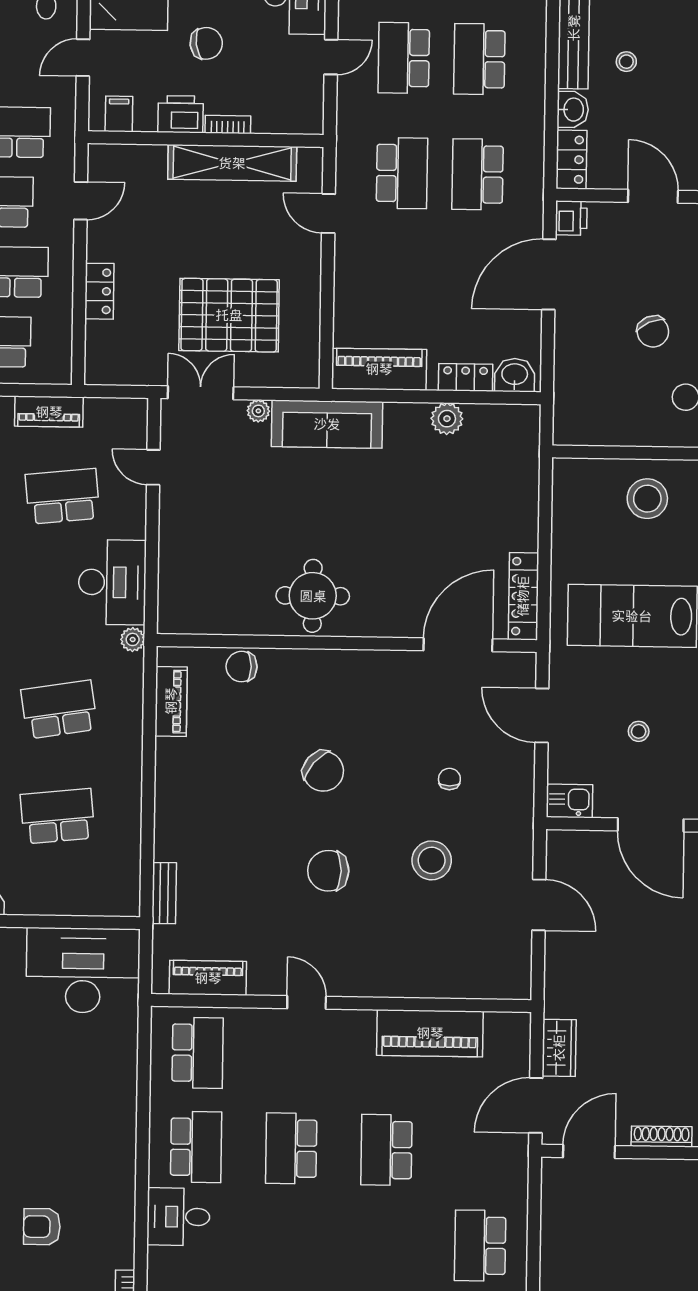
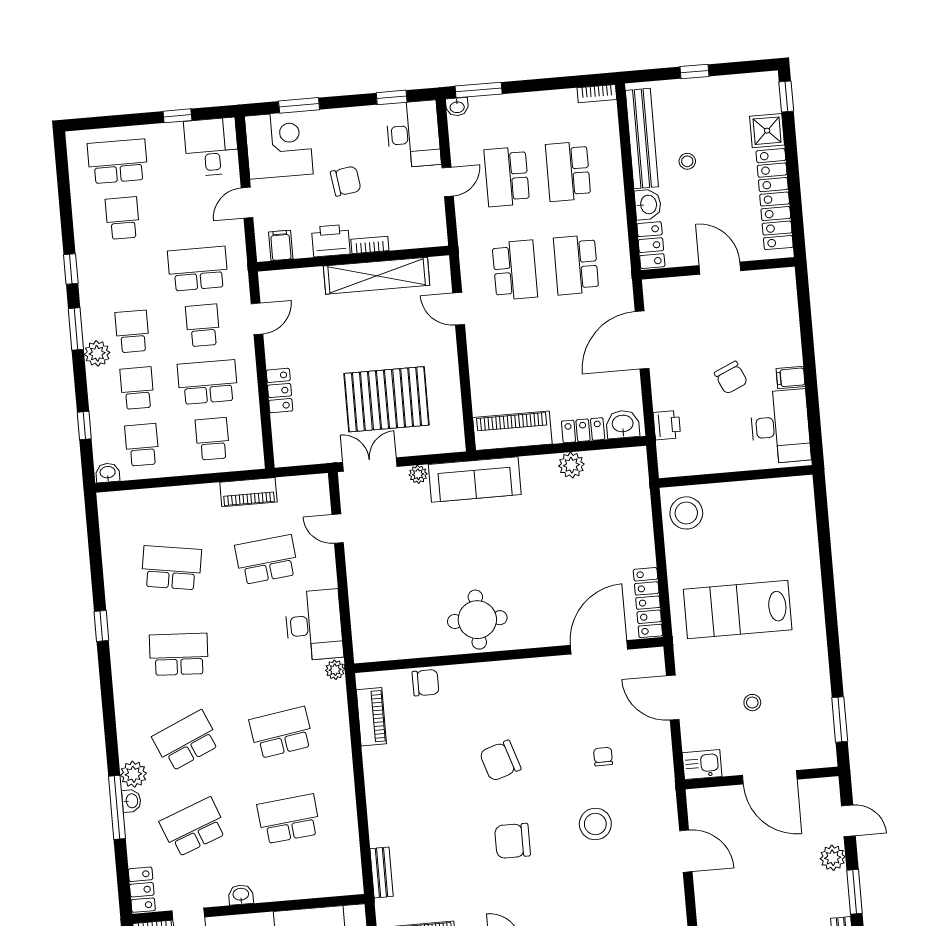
printer: (571, 218) -> (667, 425), moved
stool: (647, 499) -> (686, 513), moved
chair: (242, 667) -> (426, 683), turned 180
chair: (323, 771) -> (500, 761), turned 121

